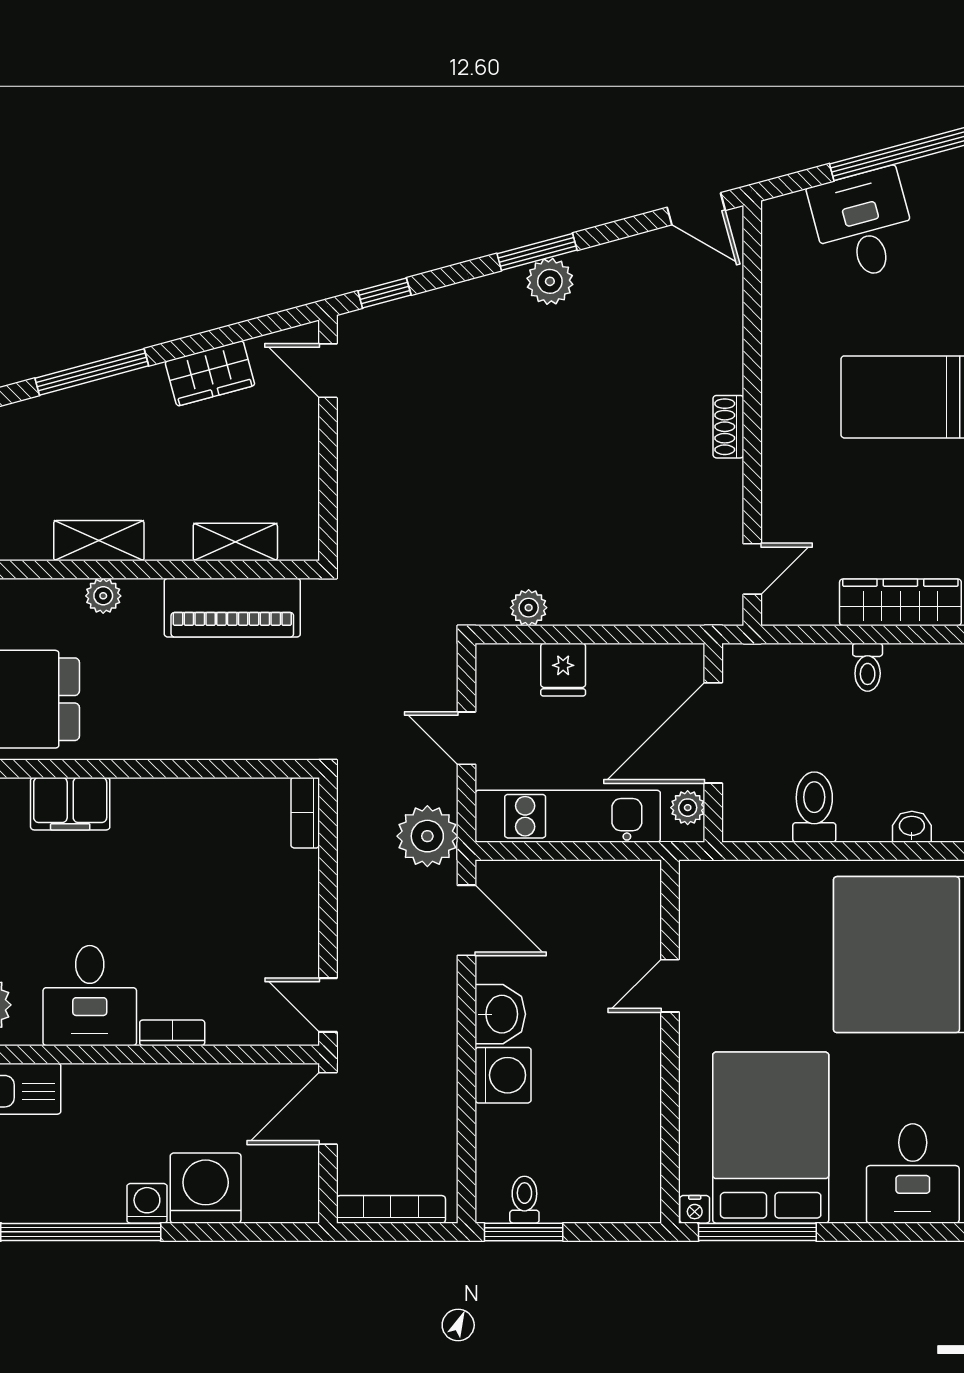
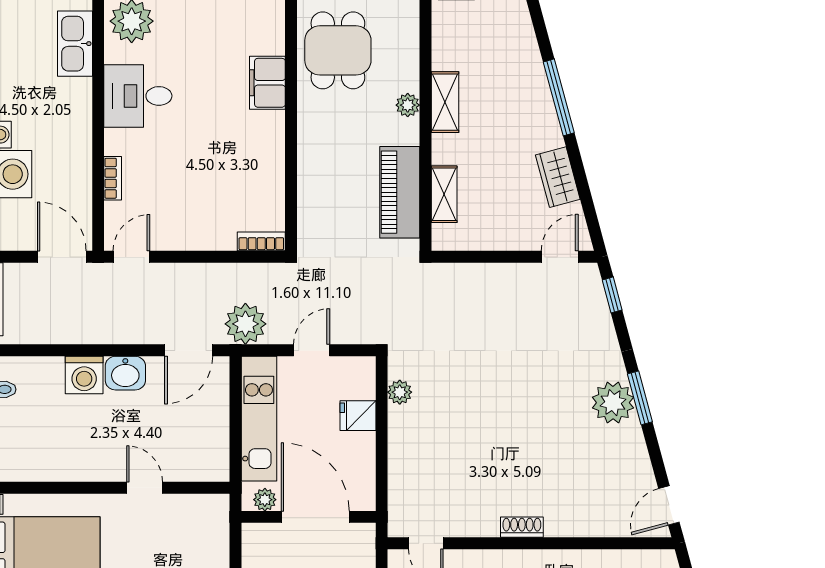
plant: (550, 281) -> (613, 403), width x1.36, depth x1.36
bookcase: (172, 1033) -> (113, 178), moved

